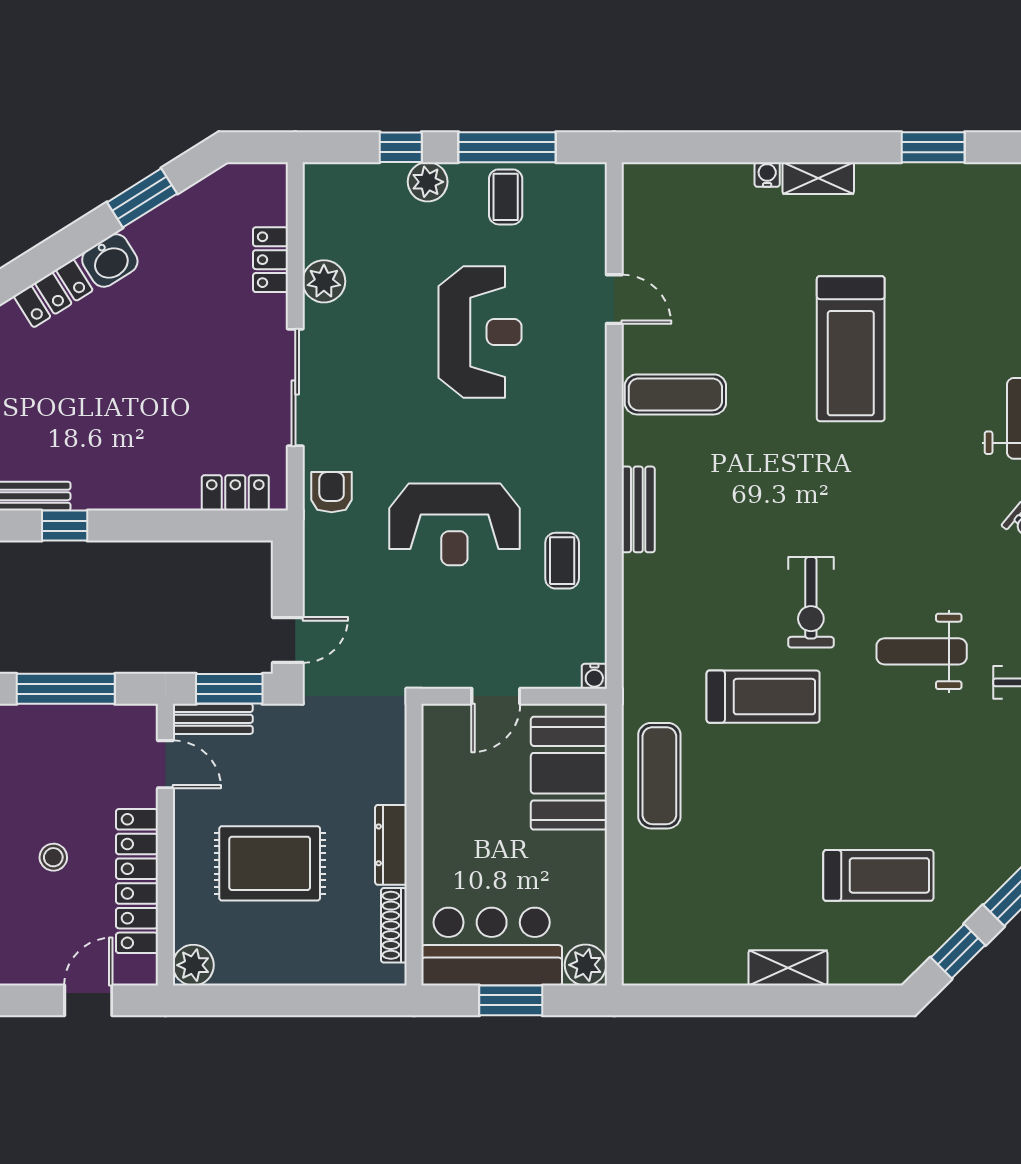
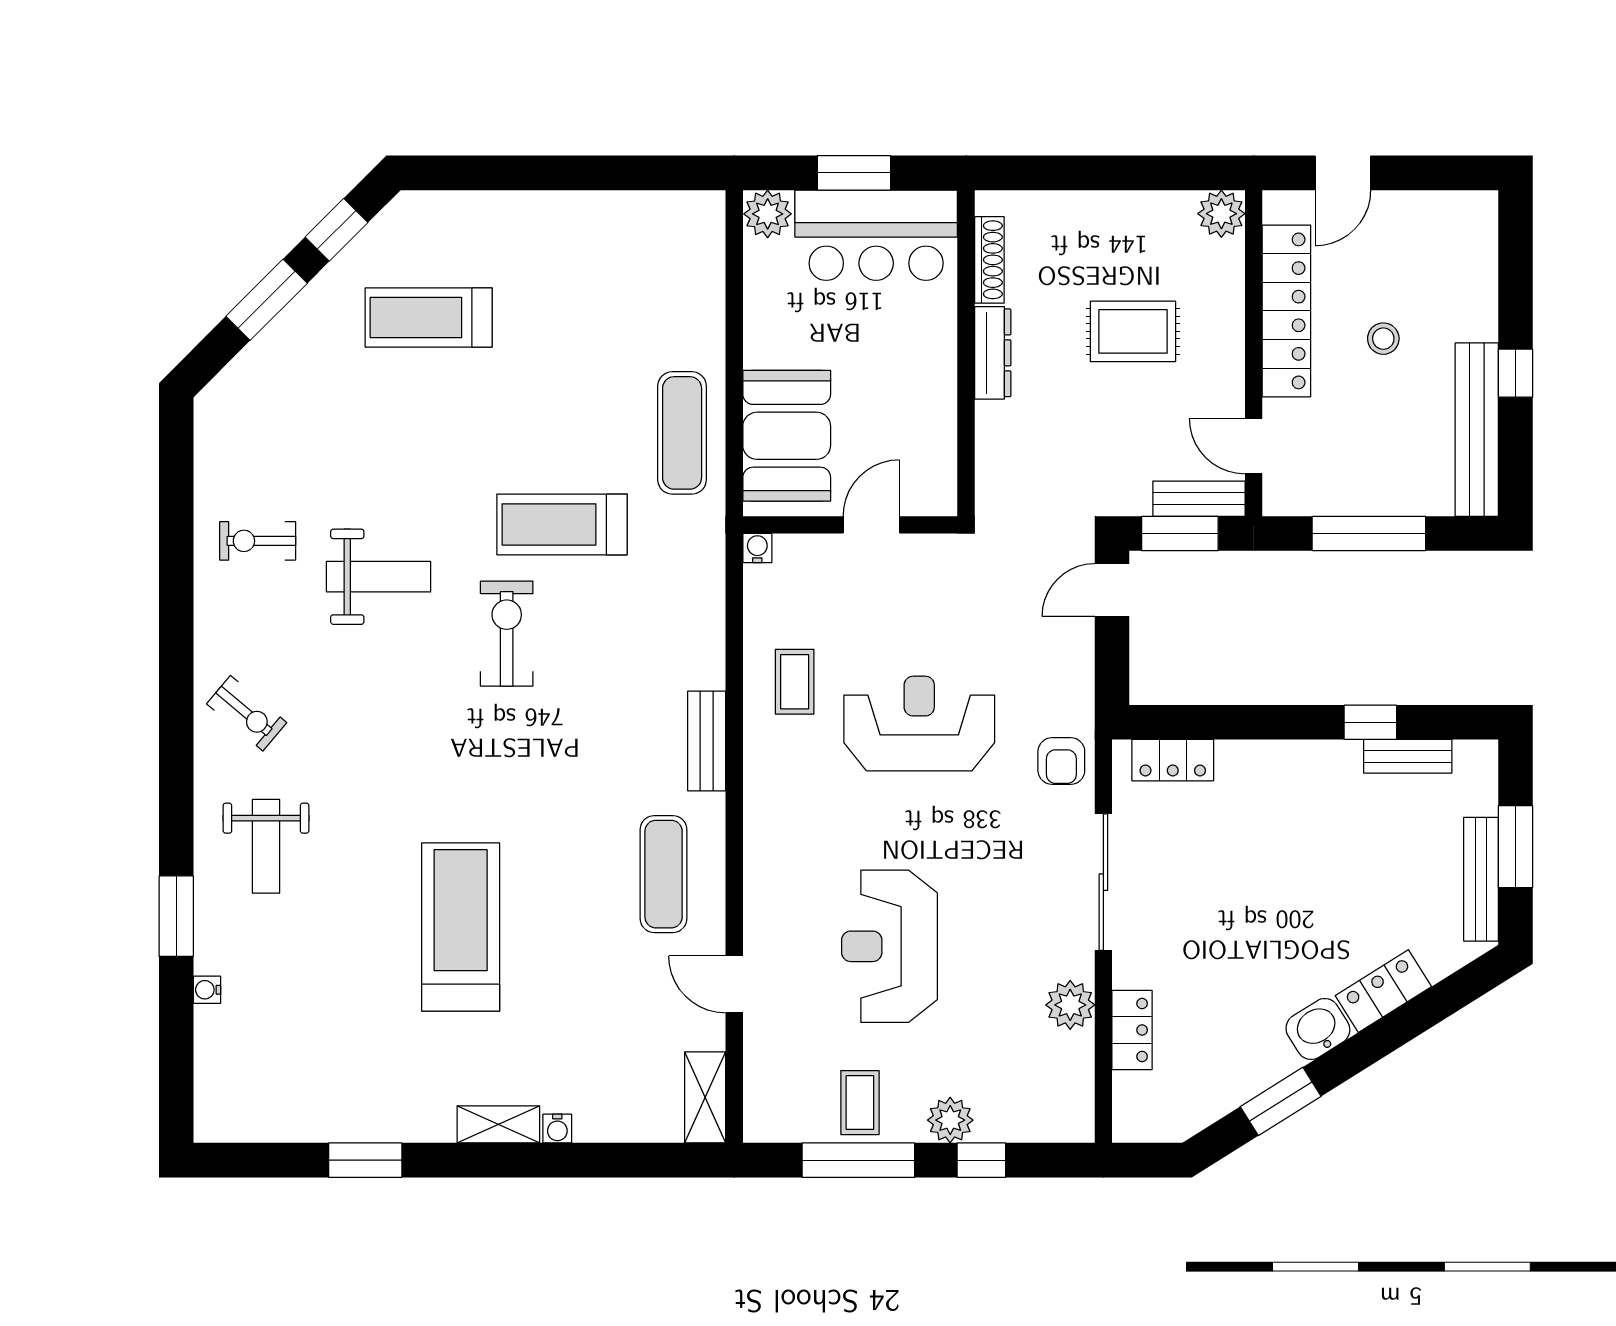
exercise mat: (675, 394) -> (664, 874), turned 90
rug: (270, 863) -> (1133, 331), width x0.73, depth x0.70
shelving: (788, 968) -> (705, 1097), moved, turned 90

